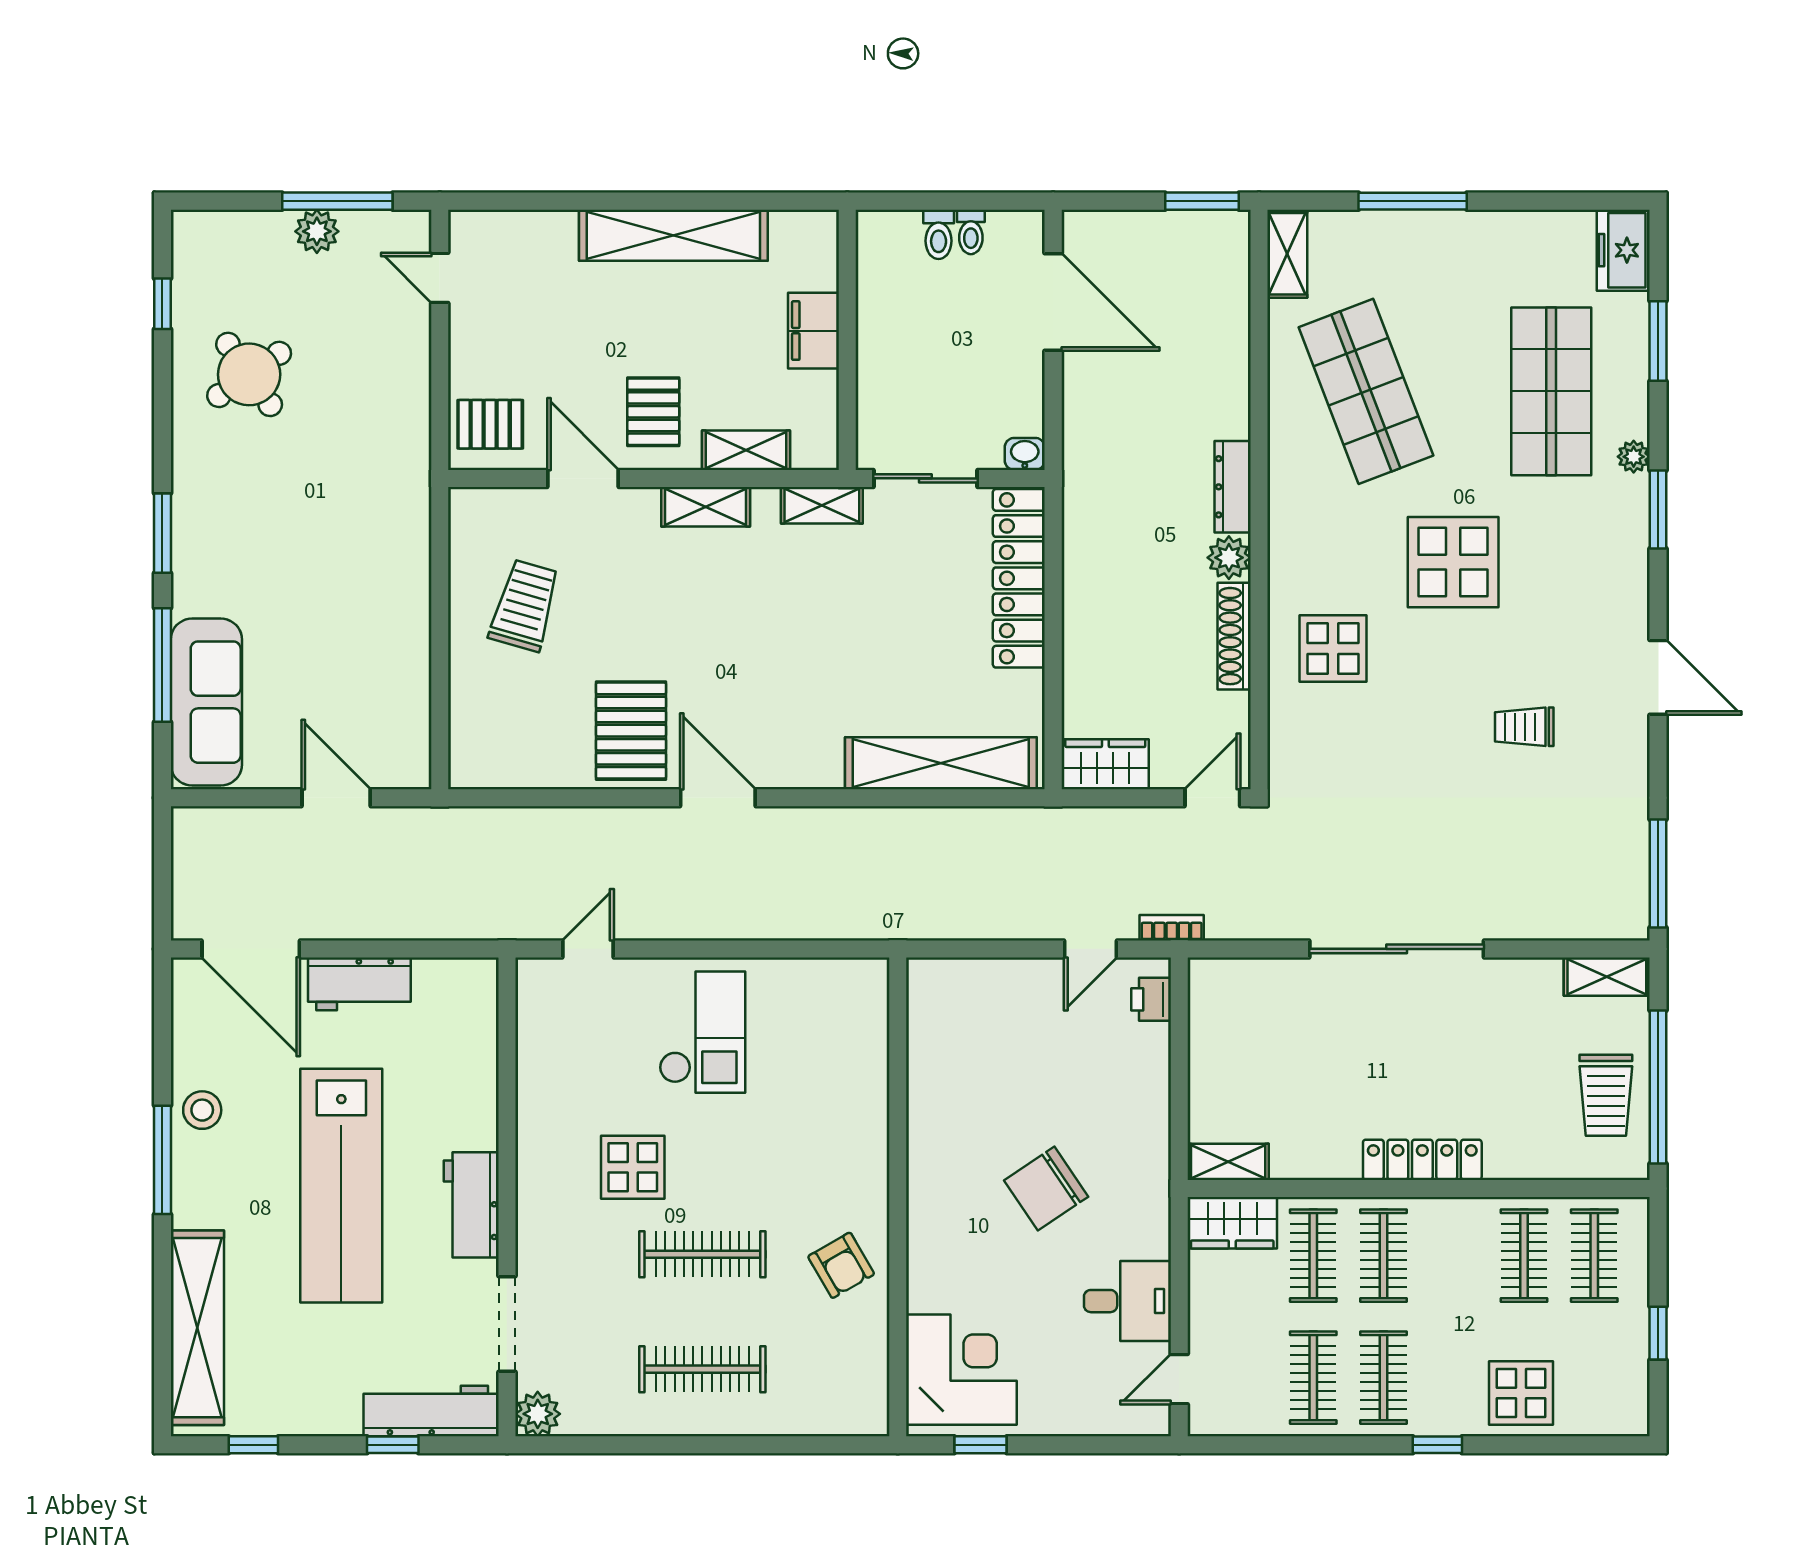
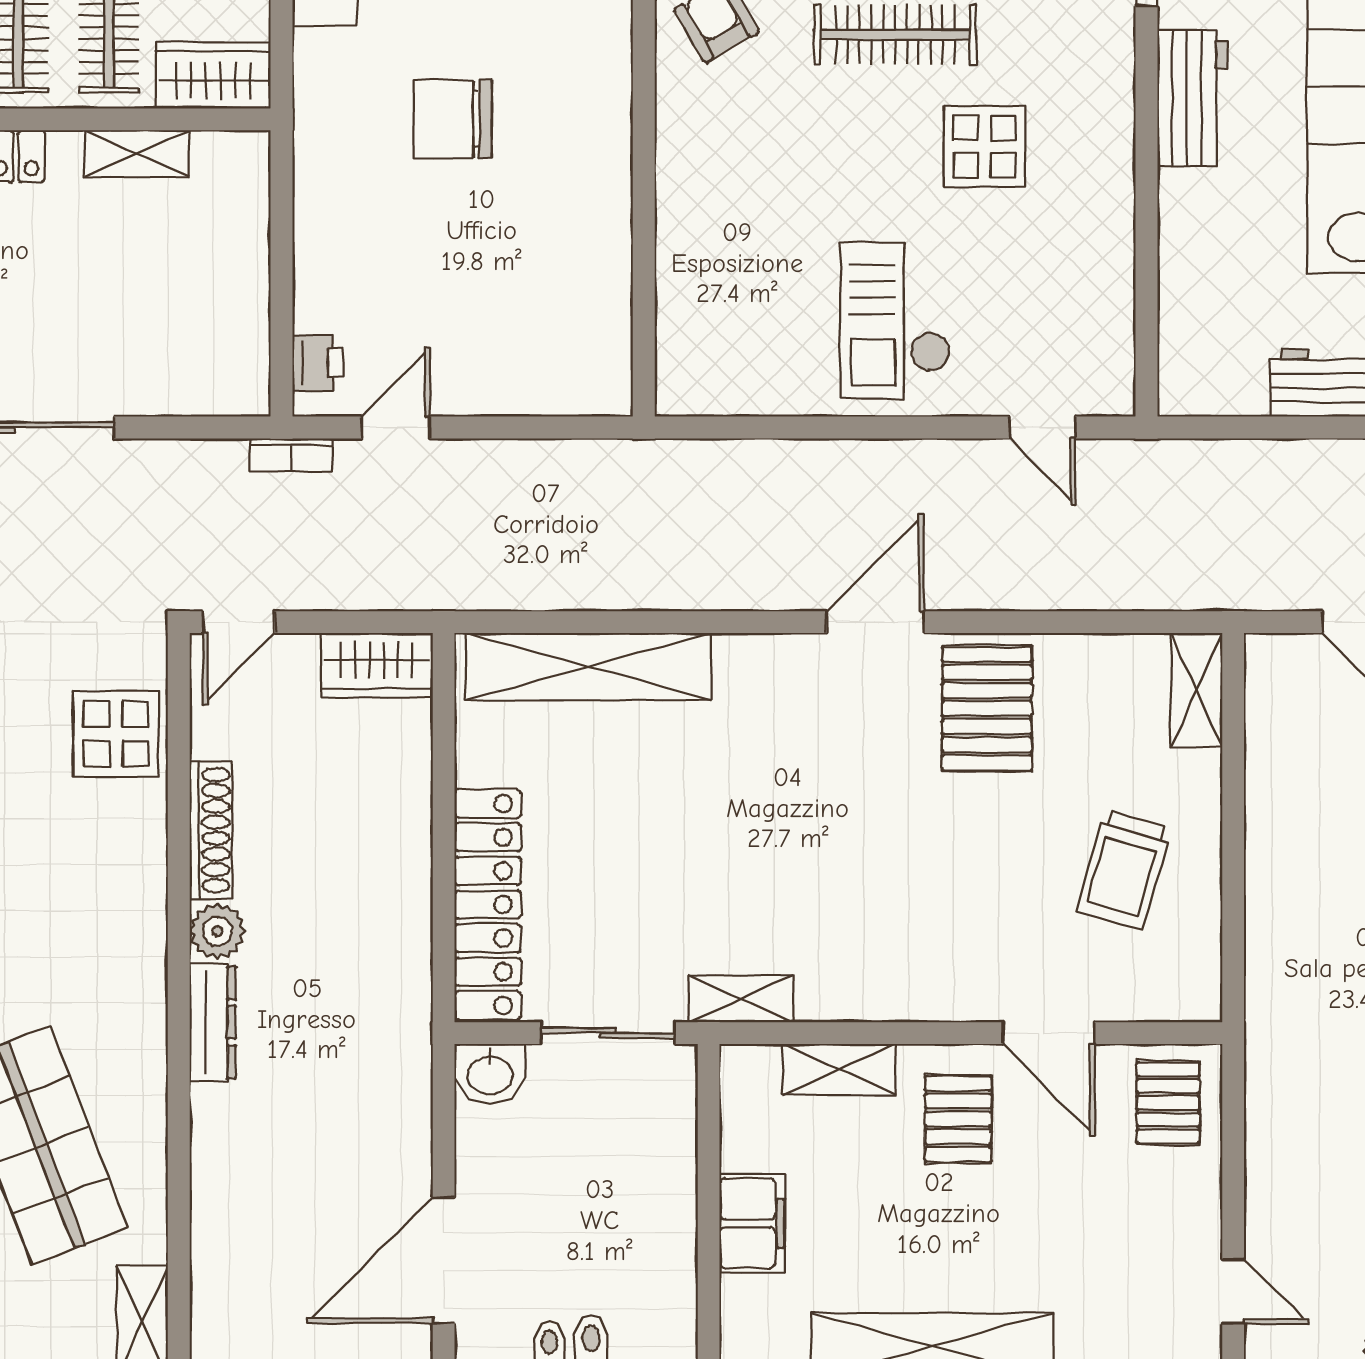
door: (1053, 302) -> (444, 1260), hinge flipped
pallet: (490, 424) -> (1168, 1103), turned 90
washbasin: (1025, 454) -> (490, 1074), width x1.38, depth x1.45
shelving: (706, 507) -> (1197, 690), moved, turned 90
display table: (1333, 648) -> (116, 734), moved
door: (718, 798) -> (875, 622), swing flipped
door: (588, 949) -> (1042, 428), hinge flipped
shelving: (1228, 1162) -> (137, 154), moved
chair: (1046, 1189) -> (453, 119), turned -146

